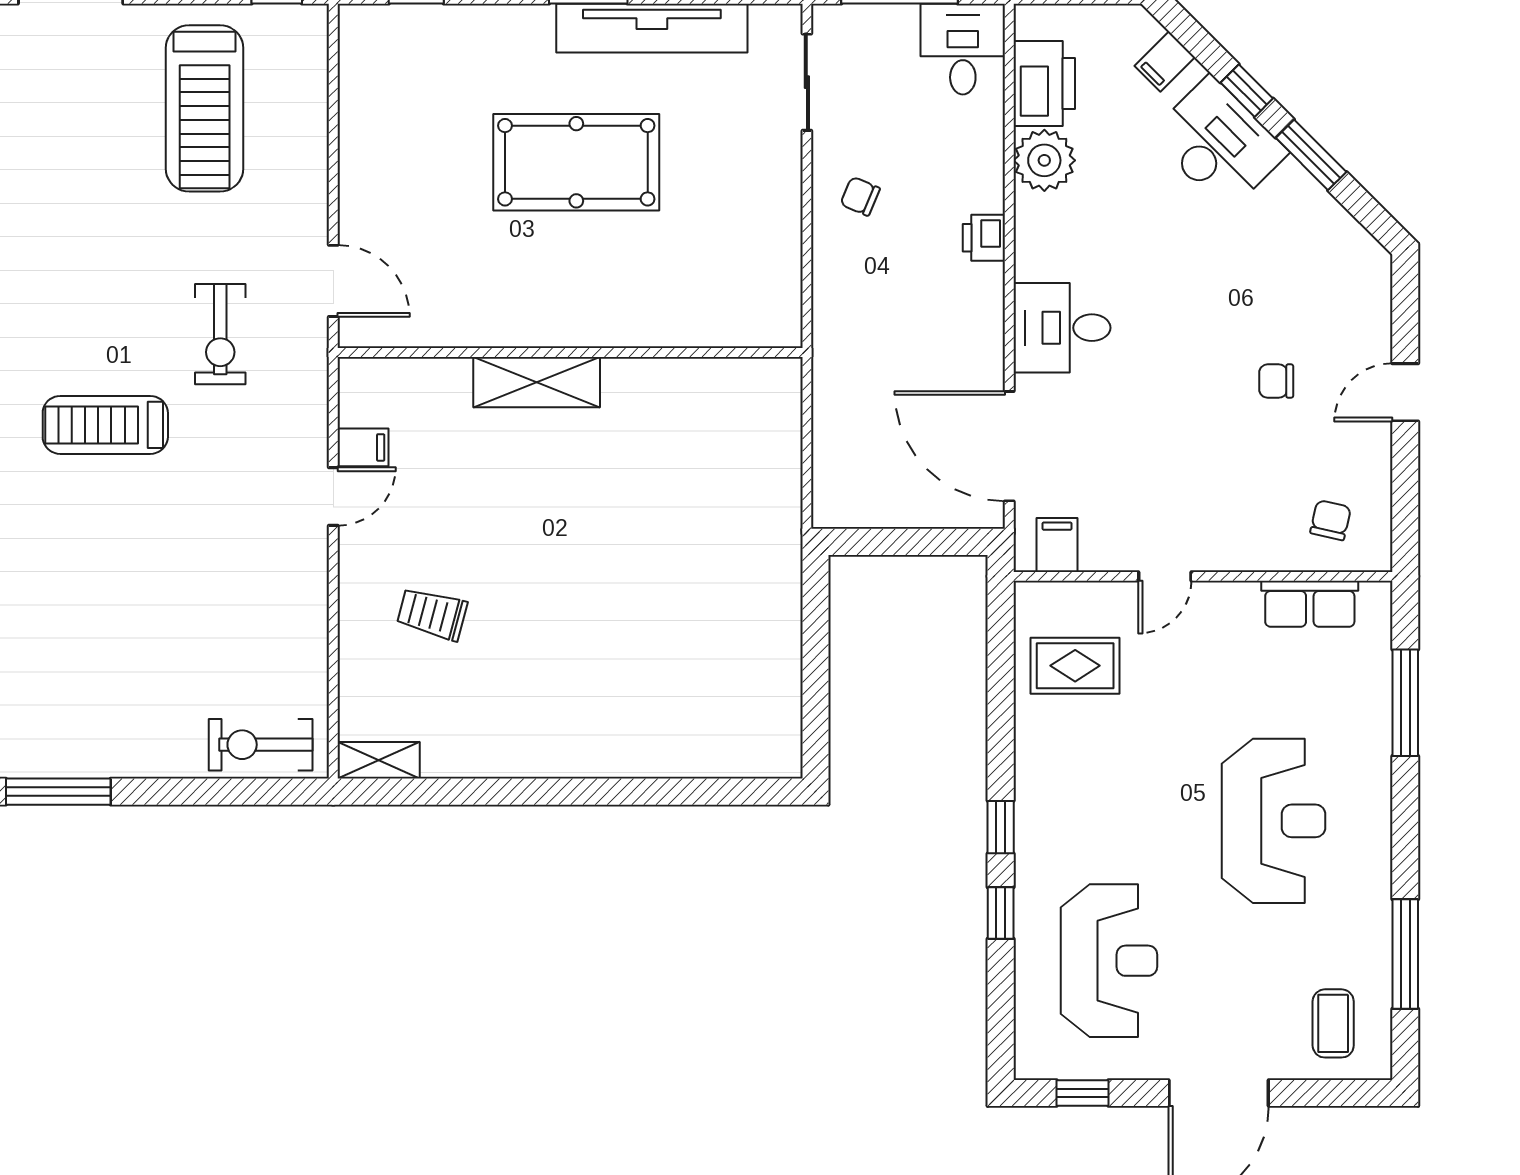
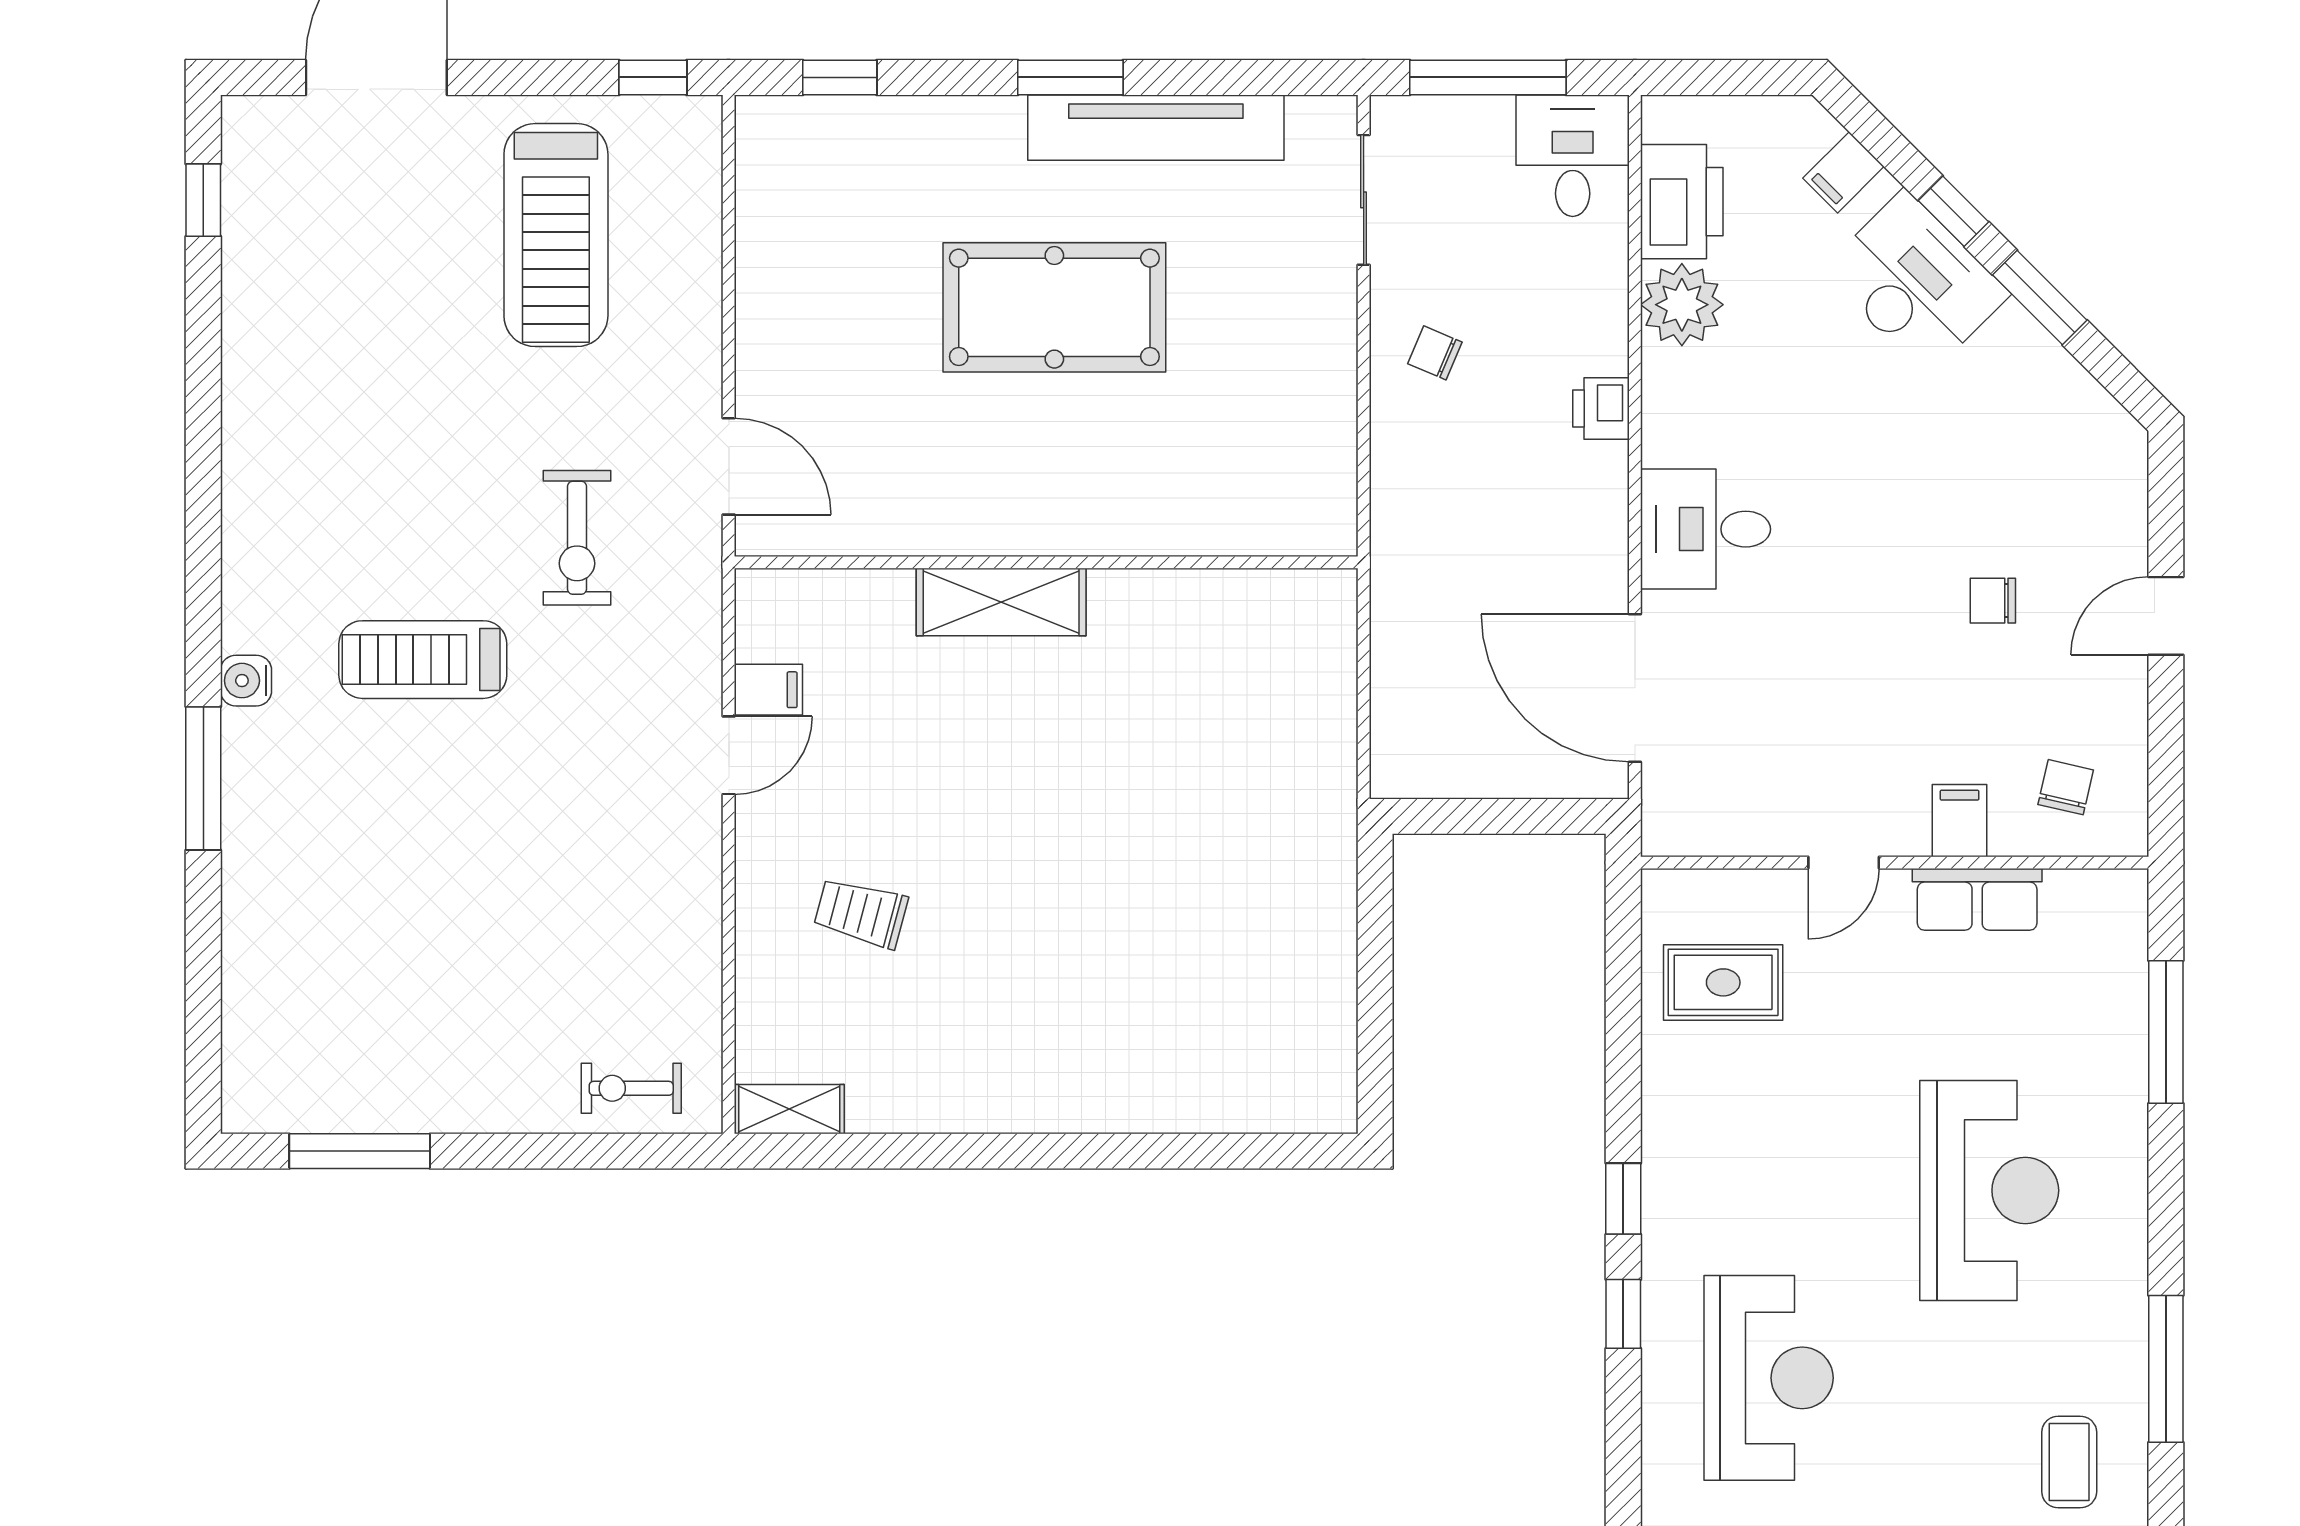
filing cabinet: (1057, 545) -> (1960, 821), moved
row of seats: (1310, 604) -> (1977, 899), moved
exercise bike: (261, 745) -> (631, 1088), width x0.73, depth x0.72

